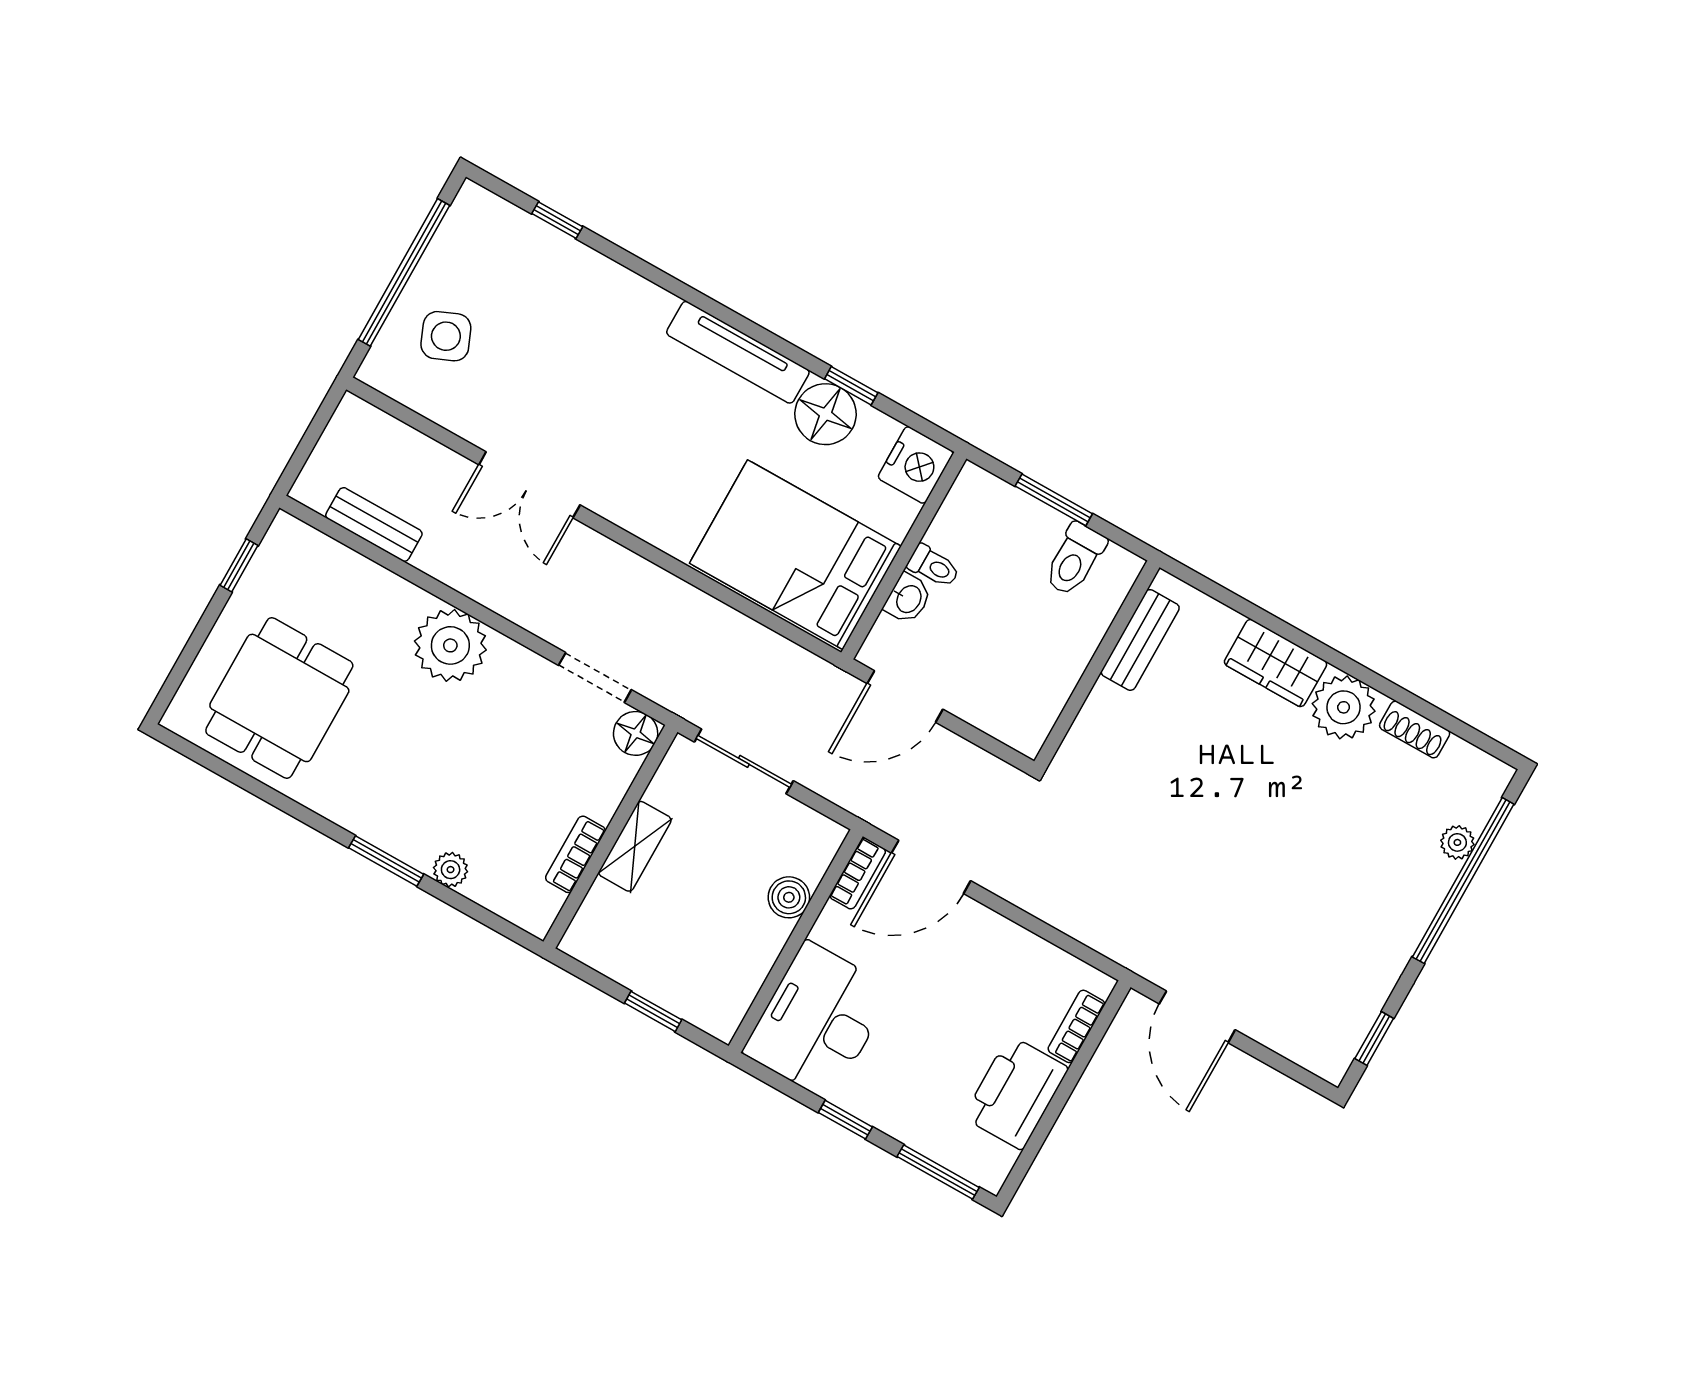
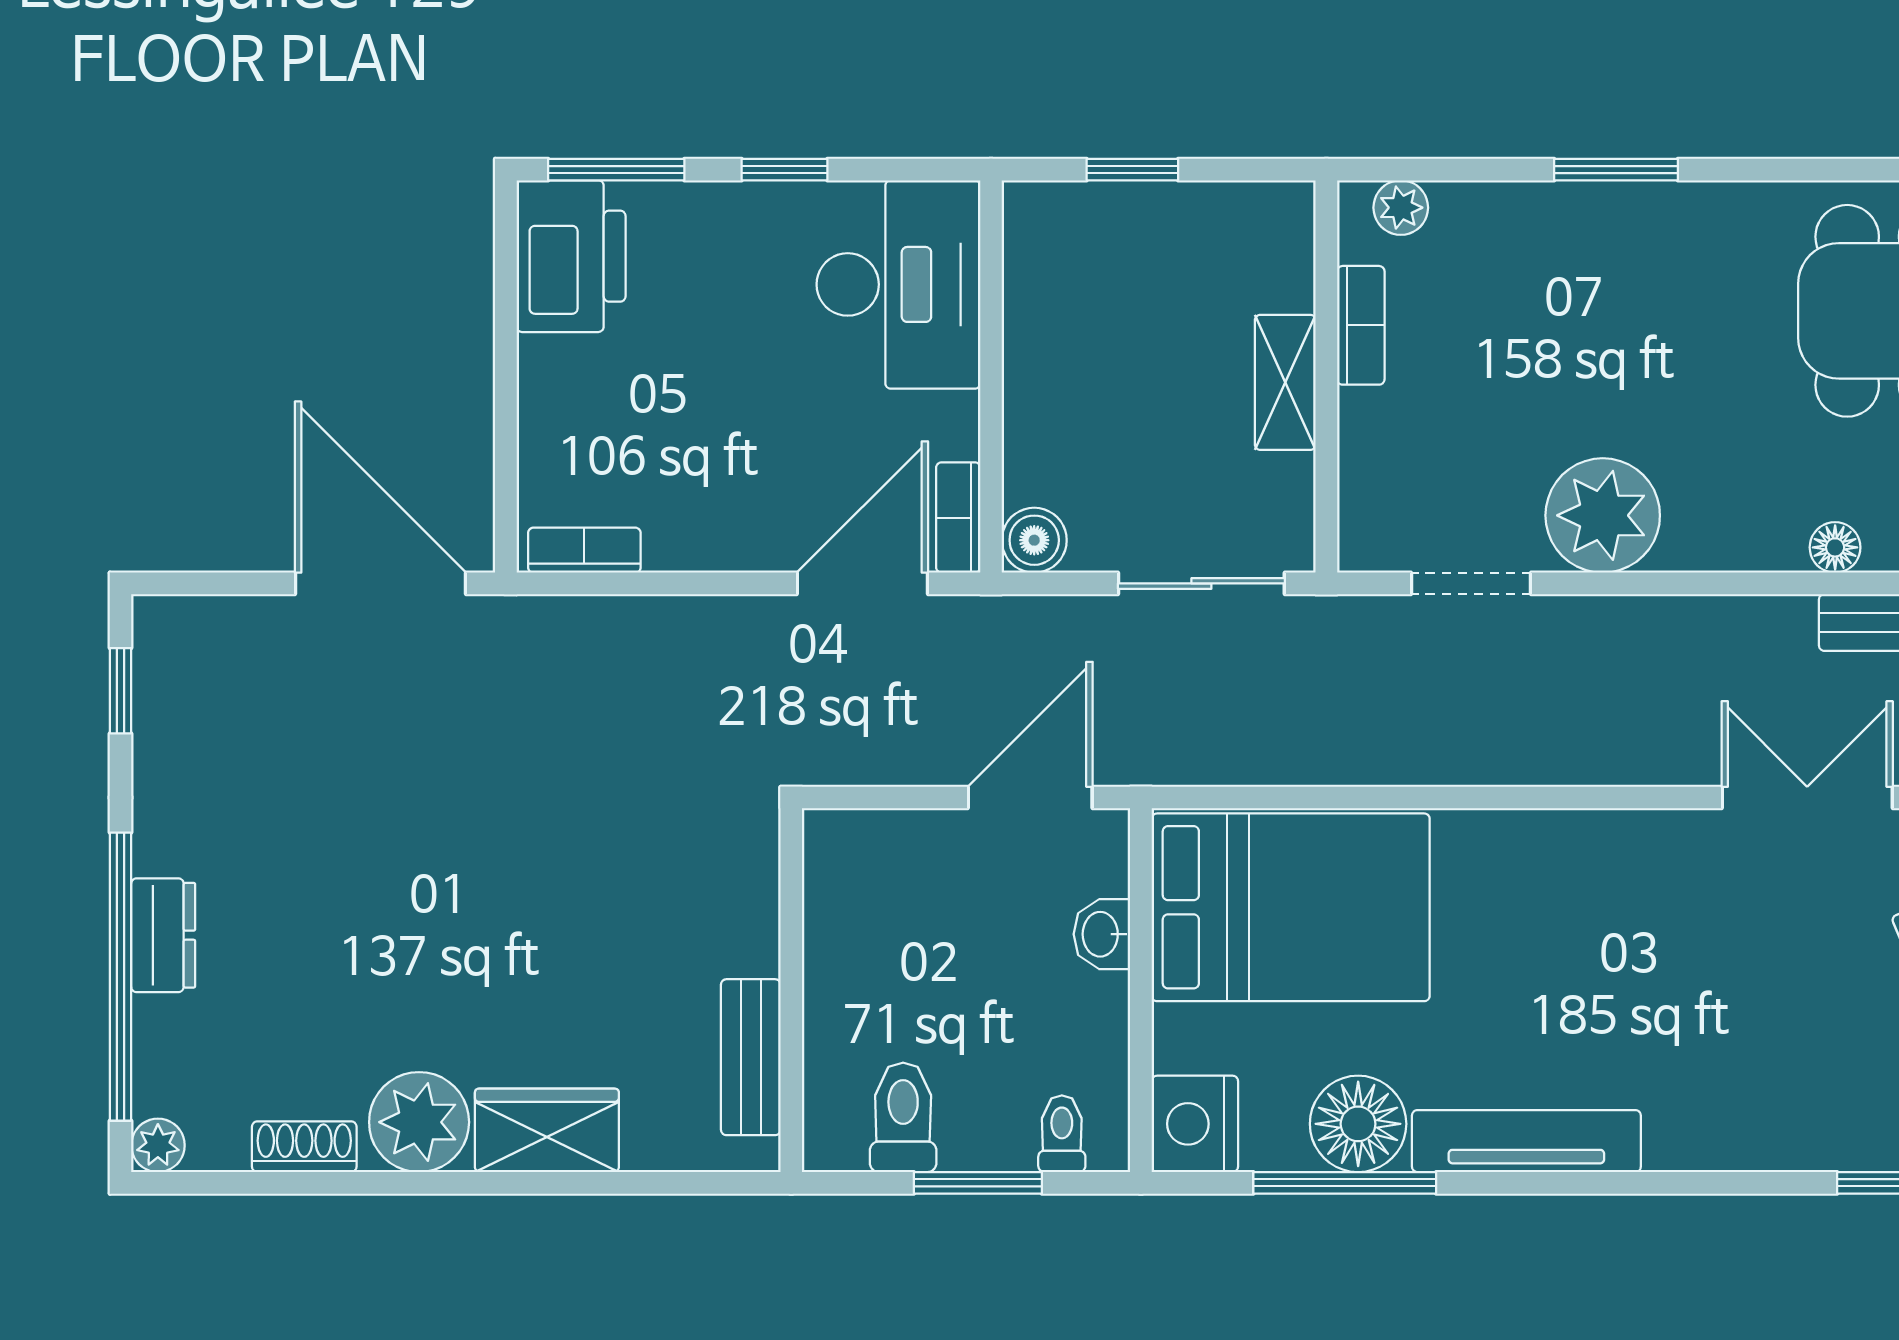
window: (851, 386) -> (1345, 1183), width x2.17
double door: (529, 485) -> (1807, 797), moved
toilet: (934, 566) -> (1062, 1134), moved, turned 90
plant: (450, 645) -> (1603, 515), moved
floor lamp: (636, 733) -> (1835, 547), moved, width x0.73, depth x0.73
plant: (1457, 842) -> (158, 1145), moved
plant: (451, 870) -> (1401, 208), moved
dresser: (1427, 890) -> (163, 935), added
boiler: (789, 897) -> (1034, 540), moved
door: (1197, 1017) -> (380, 583), width x1.36
bookcase: (1076, 1026) -> (584, 550), moved, turned -90
printer: (1016, 1093) -> (571, 256), moved

